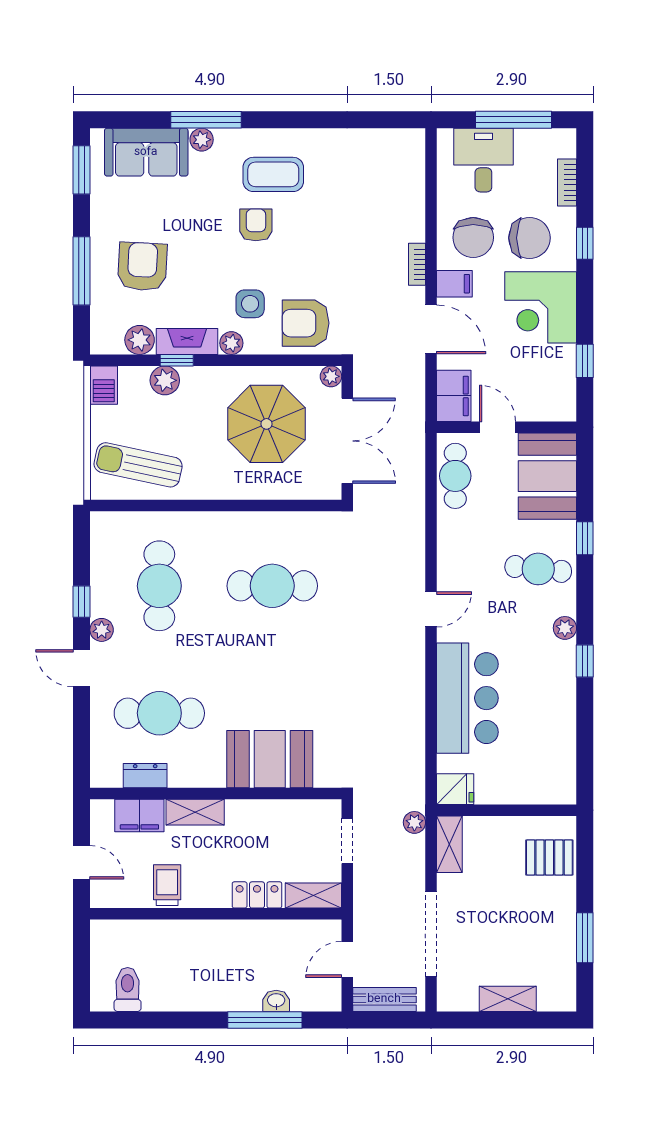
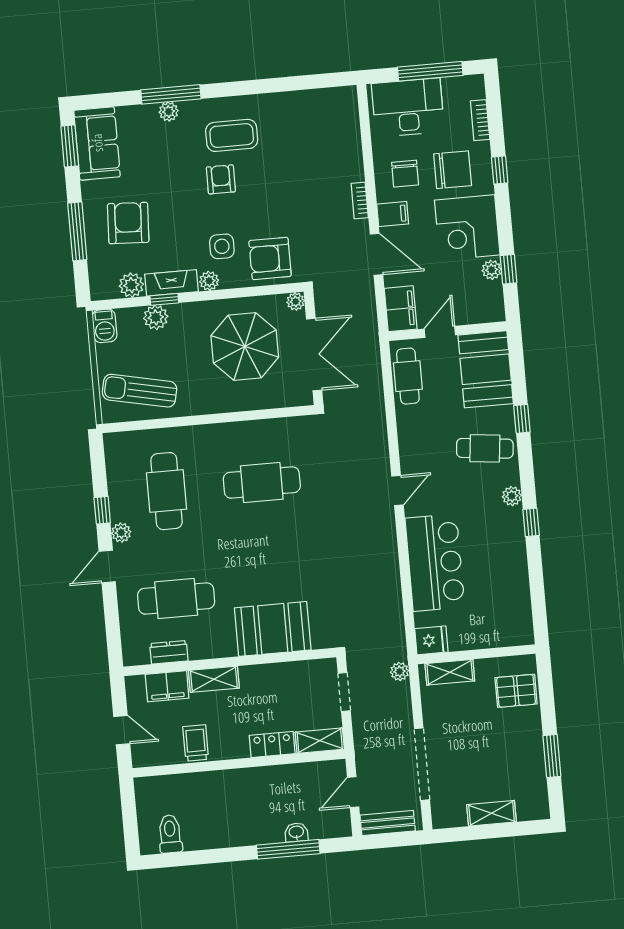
sofa: (146, 152) -> (97, 143), moved, turned -90
desk: (483, 160) -> (408, 108), width x1.37
chair: (473, 237) -> (405, 174), width x0.73, depth x0.73
plant: (565, 360) -> (492, 270), added
door: (497, 427) -> (440, 332), hinge flipped
door: (82, 668) -> (107, 567), hinge flipped
shelving: (449, 844) -> (450, 672), moved, turned 90

